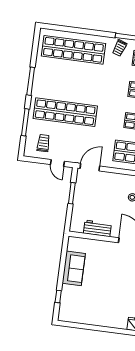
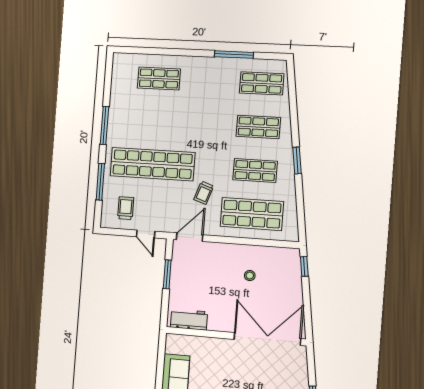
trolley: (120, 48) -> (204, 193), moved
shop shelf: (73, 50) -> (159, 78), width x0.50, depth x0.74
workbench: (97, 228) -> (189, 320), moved

